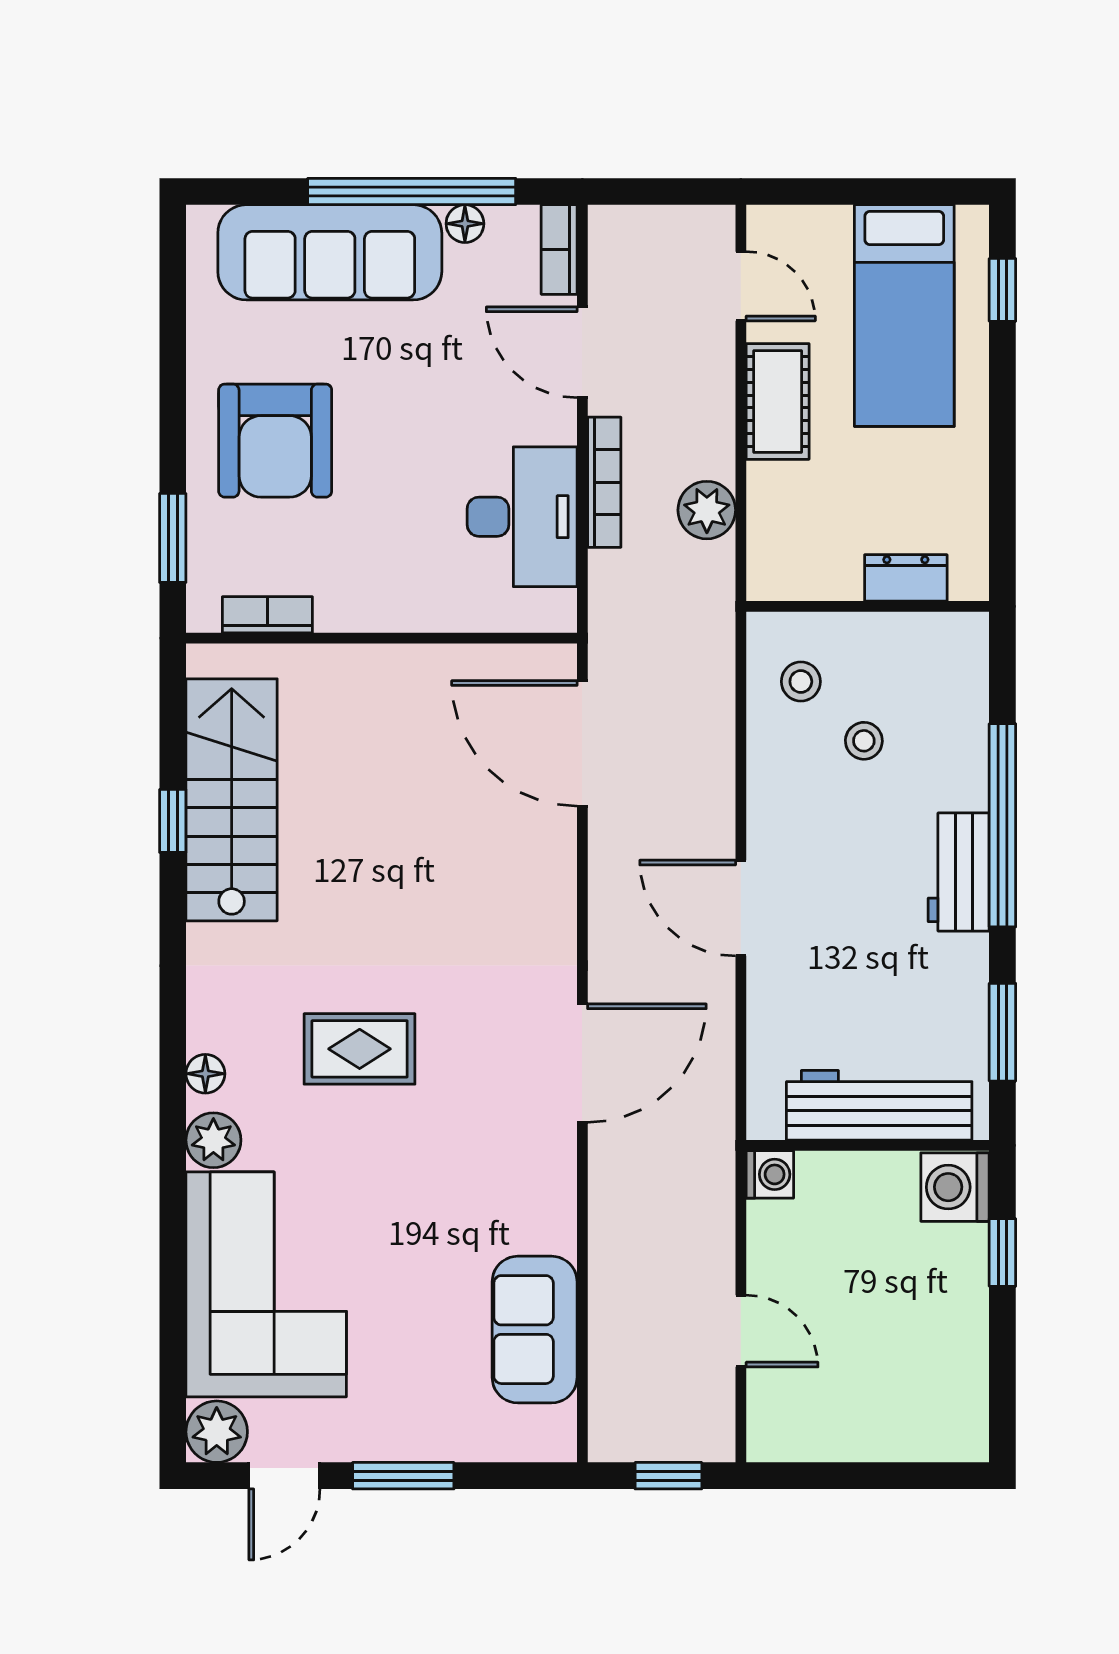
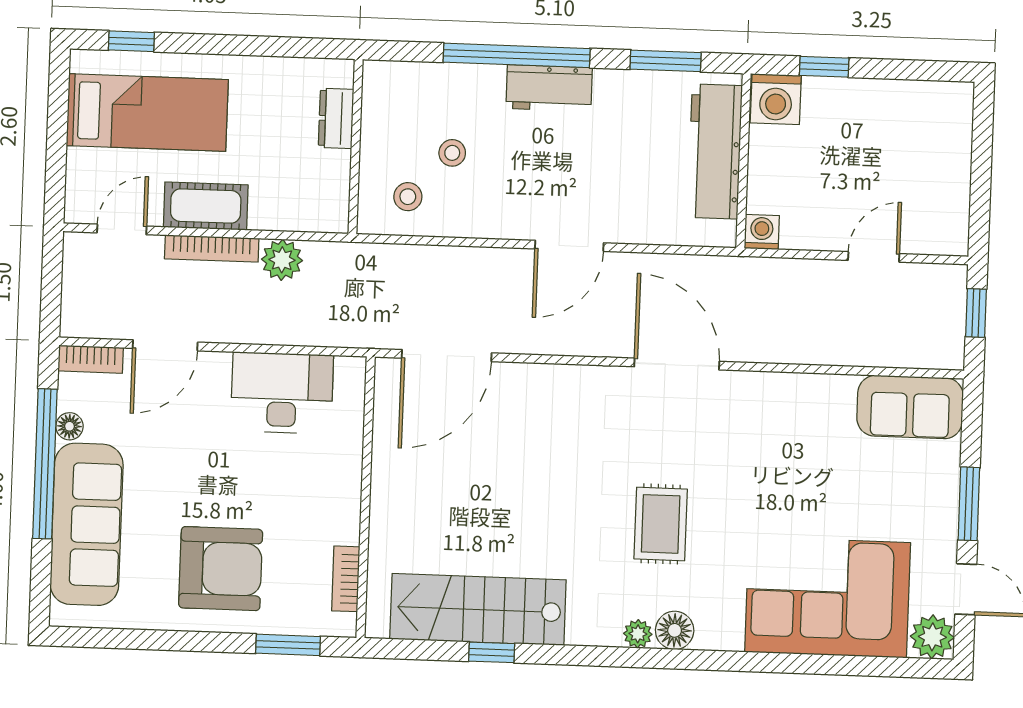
bookcase: (604, 482) -> (212, 249), moved, turned 180
floor lamp: (205, 1074) -> (675, 630), width x1.37, depth x1.37
plant: (213, 1140) -> (638, 634), moved, width x0.73, depth x0.73
sofa: (535, 1330) -> (910, 407), moved

